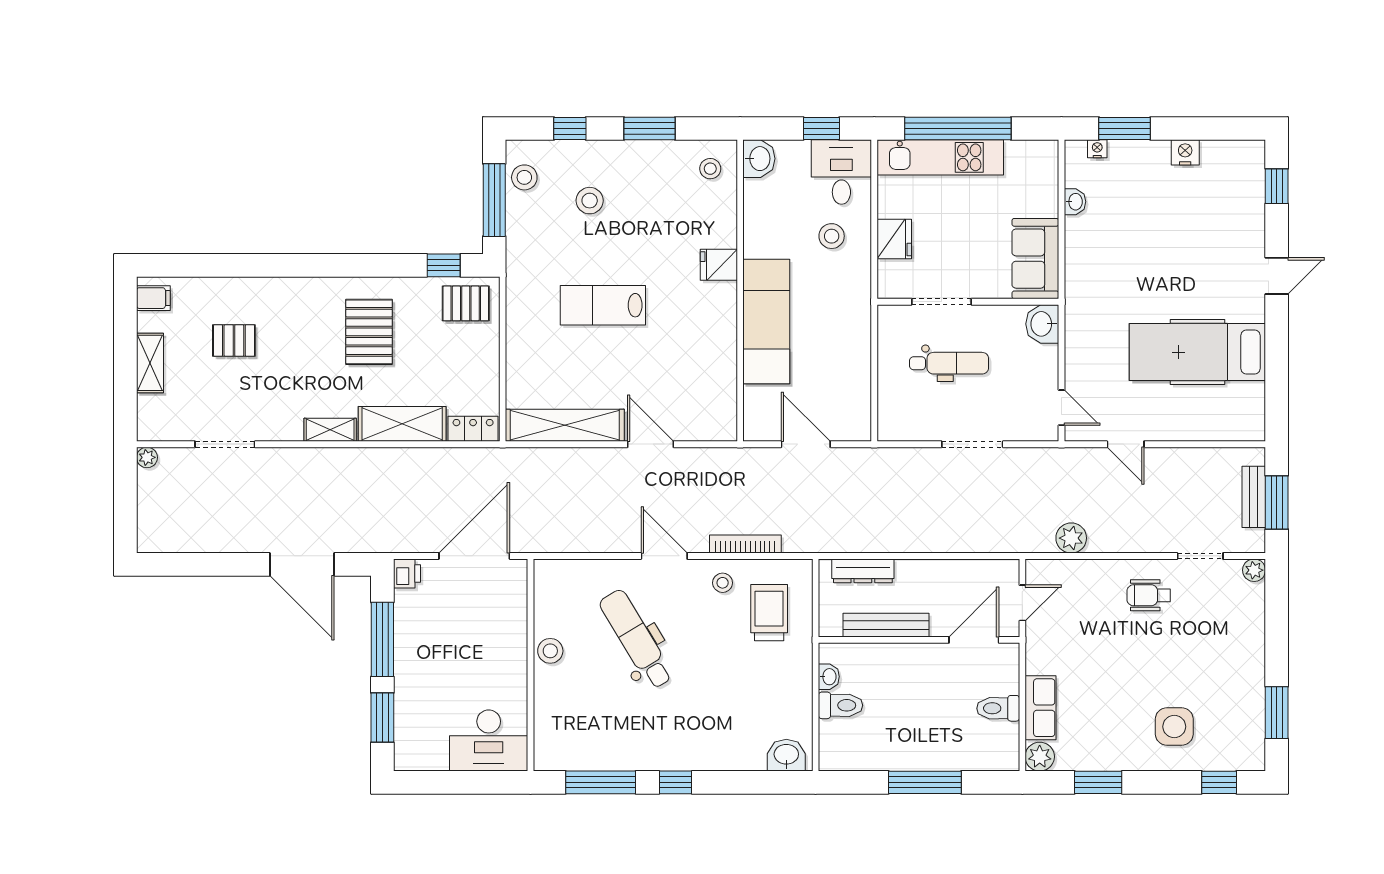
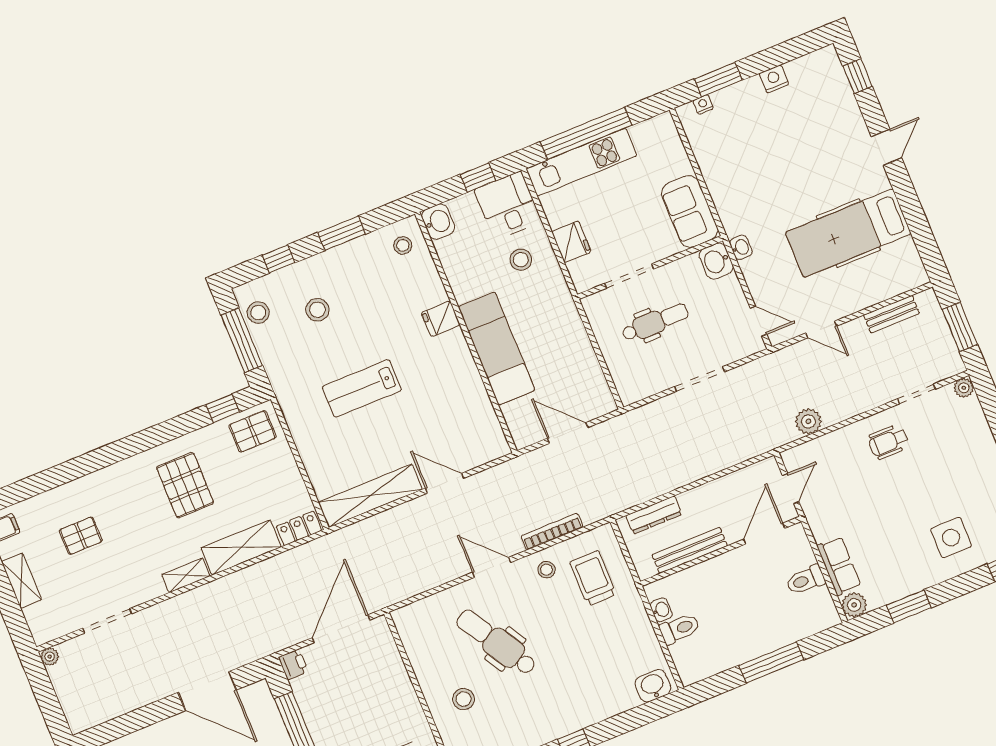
washbasin: (1075, 202) -> (741, 247), moved
bench: (1254, 497) -> (891, 314), moved, turned 90
stool: (550, 651) -> (464, 699), moved

